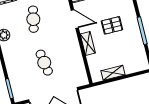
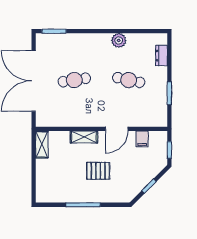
pallet: (112, 25) -> (98, 171), turned 90
shelving: (113, 73) -> (42, 144), moved

